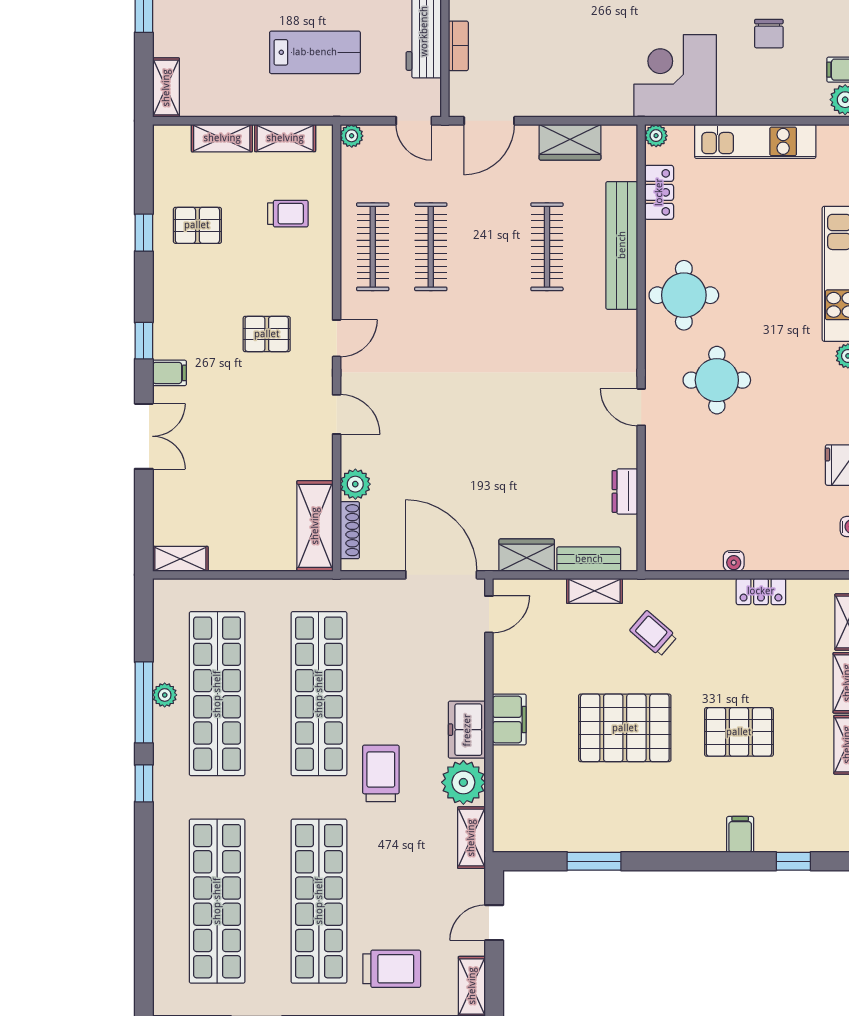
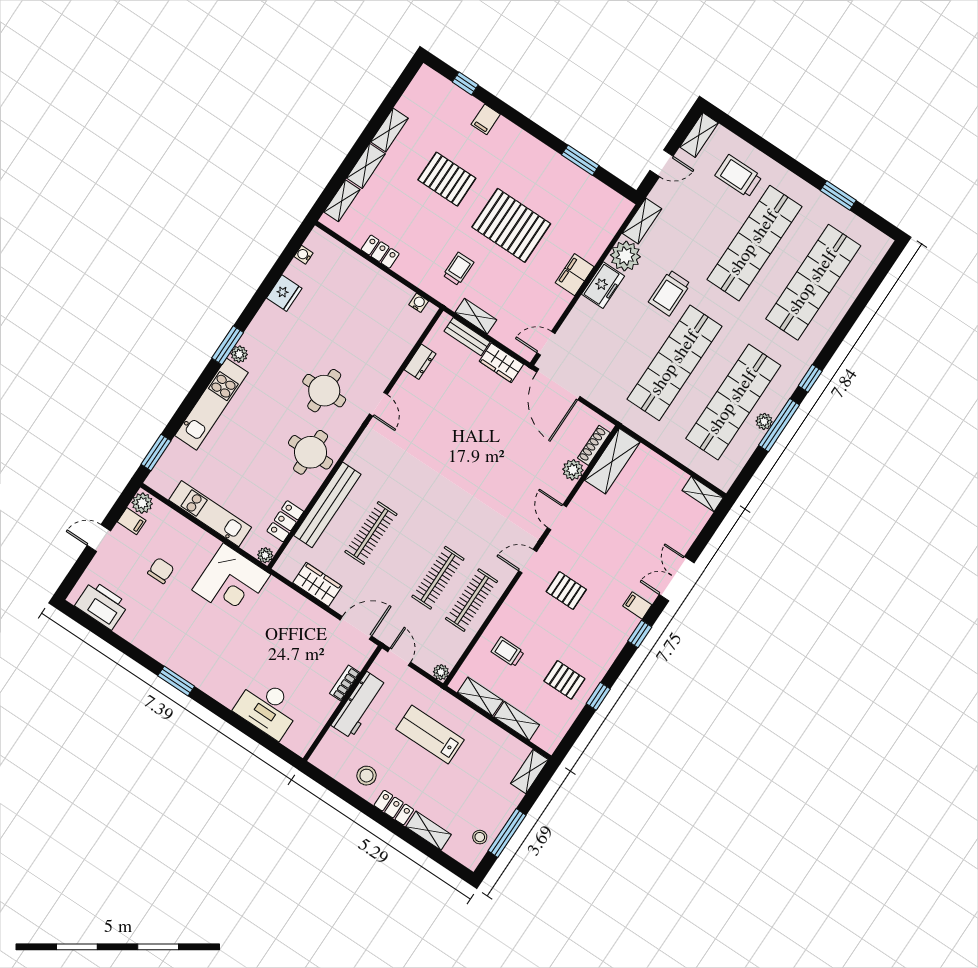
water cooler: (734, 561) -> (419, 303), moved
trolley: (653, 633) -> (458, 269), turned -131

